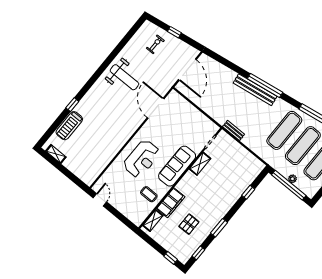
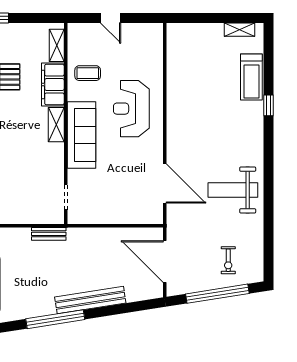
window: (174, 32) -> (217, 294), width x3.17
bench: (255, 90) -> (90, 300), moved
treadmill: (69, 126) -> (251, 77), turned 180
shelving: (200, 164) -> (56, 125), moved
door: (100, 200) -> (111, 18), moved

